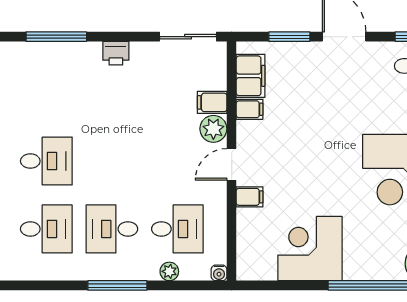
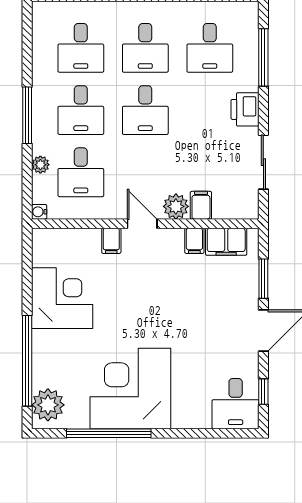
sliding door: (188, 37) -> (263, 162), moved
printer: (116, 53) -> (245, 109), width x1.36, depth x1.24
desk: (46, 93) -> (210, 48), added
desk: (112, 161) -> (145, 110), added
desk: (112, 229) -> (81, 110), turned 180

